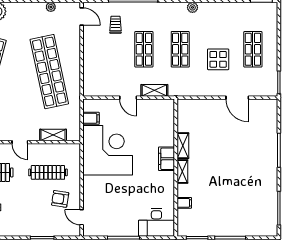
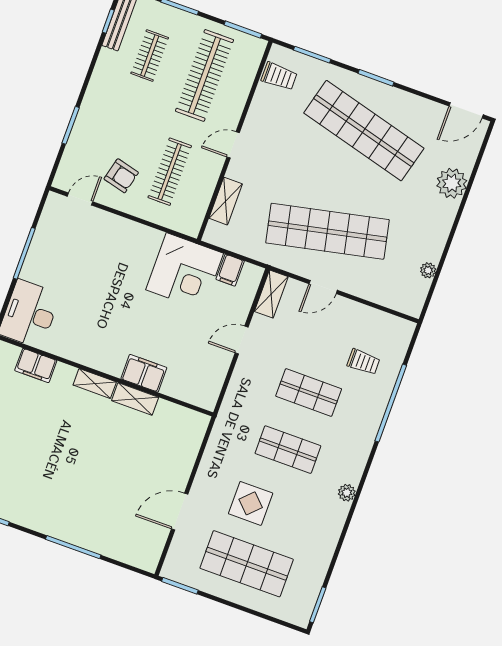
door: (82, 16) -> (323, 287), moved
shop shelf: (253, 49) -> (247, 564), width x1.43, depth x1.36
shelving: (154, 90) -> (271, 294), moved
corner desk: (108, 150) -> (185, 272), width x0.74, depth x0.74
filing cabinet: (167, 159) -> (144, 373), moved
armchair: (60, 199) -> (121, 176), turned 95
filing cabinet: (184, 203) -> (36, 365), width x2.00

